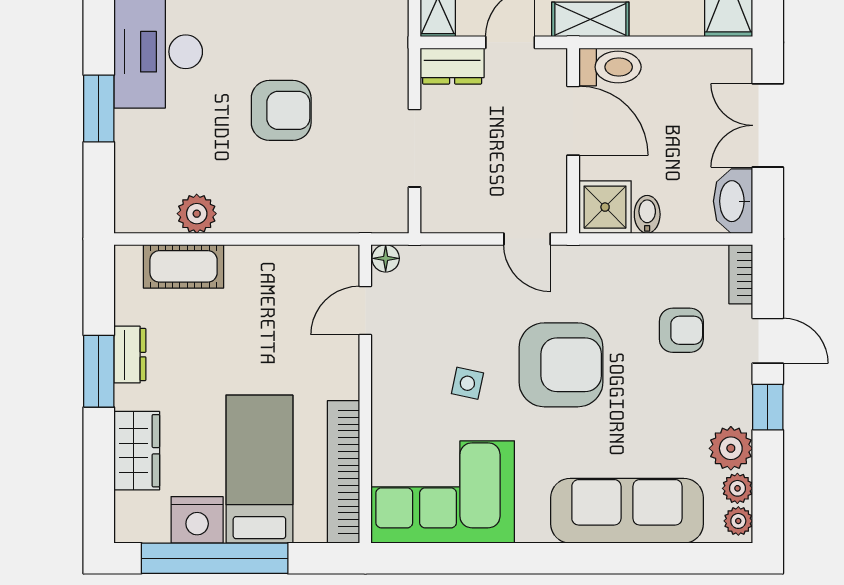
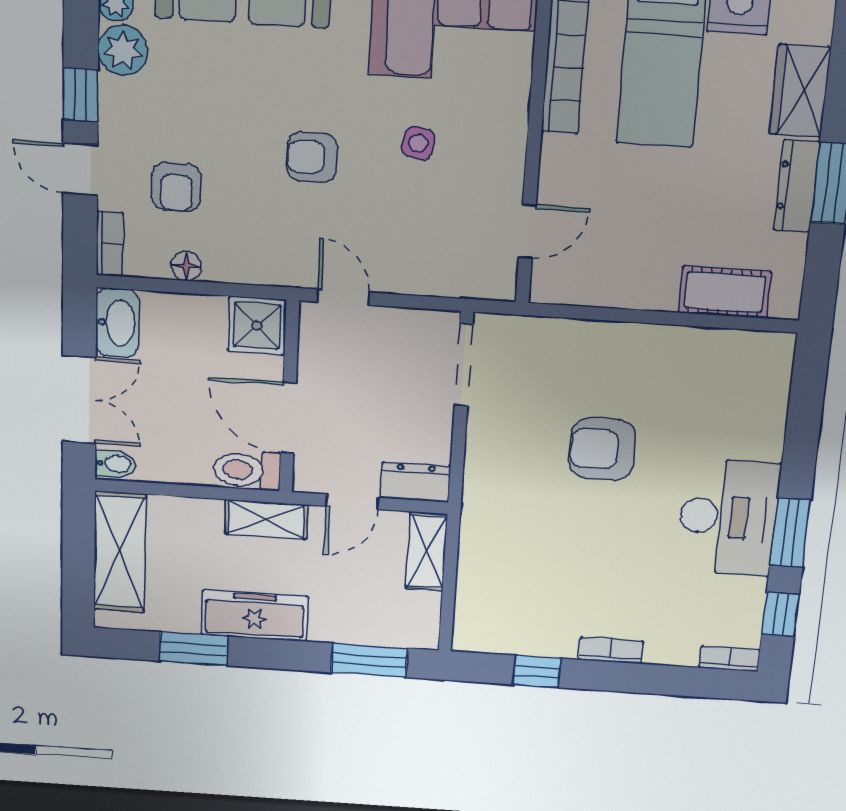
window: (99, 108) -> (790, 533), moved
doorway: (414, 148) -> (464, 365), moved
plant: (197, 214) -> (704, 348), removed
bidet: (647, 214) -> (115, 464), moved, turned -90
floor lamp: (386, 258) -> (186, 266), moved
armchair: (681, 330) -> (176, 187), turned -90
dresser: (130, 355) -> (797, 186), width x1.44
armchair: (561, 365) -> (312, 157), width x0.53, depth x0.53

